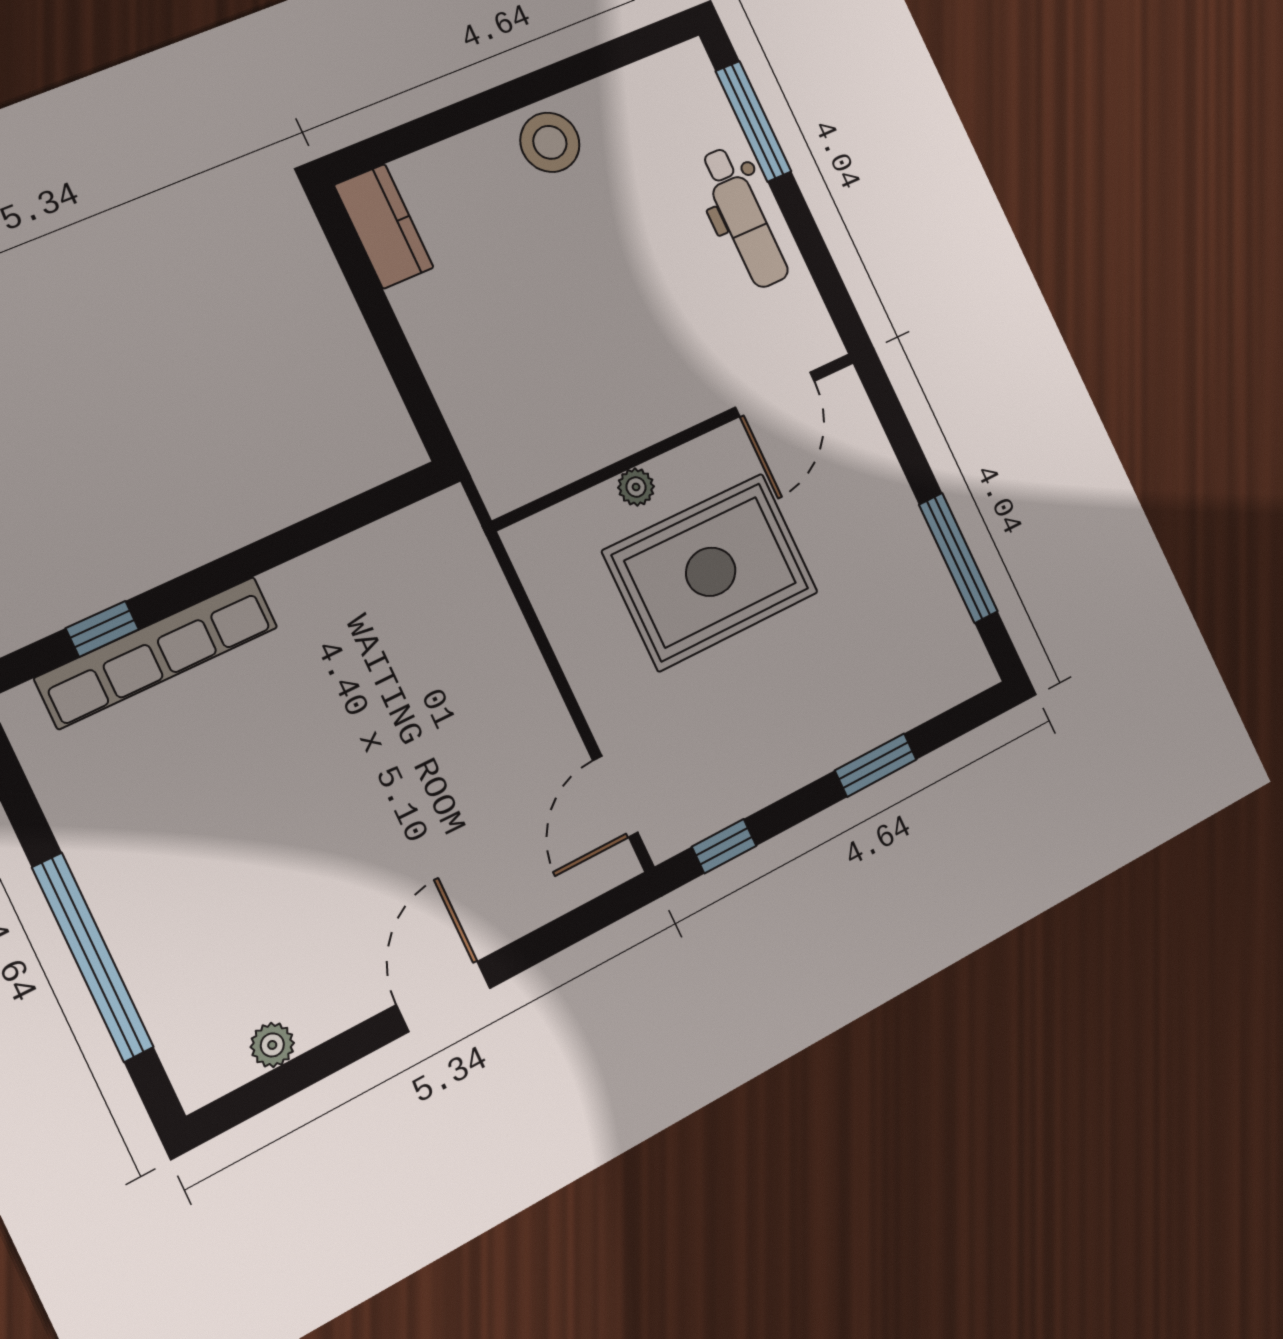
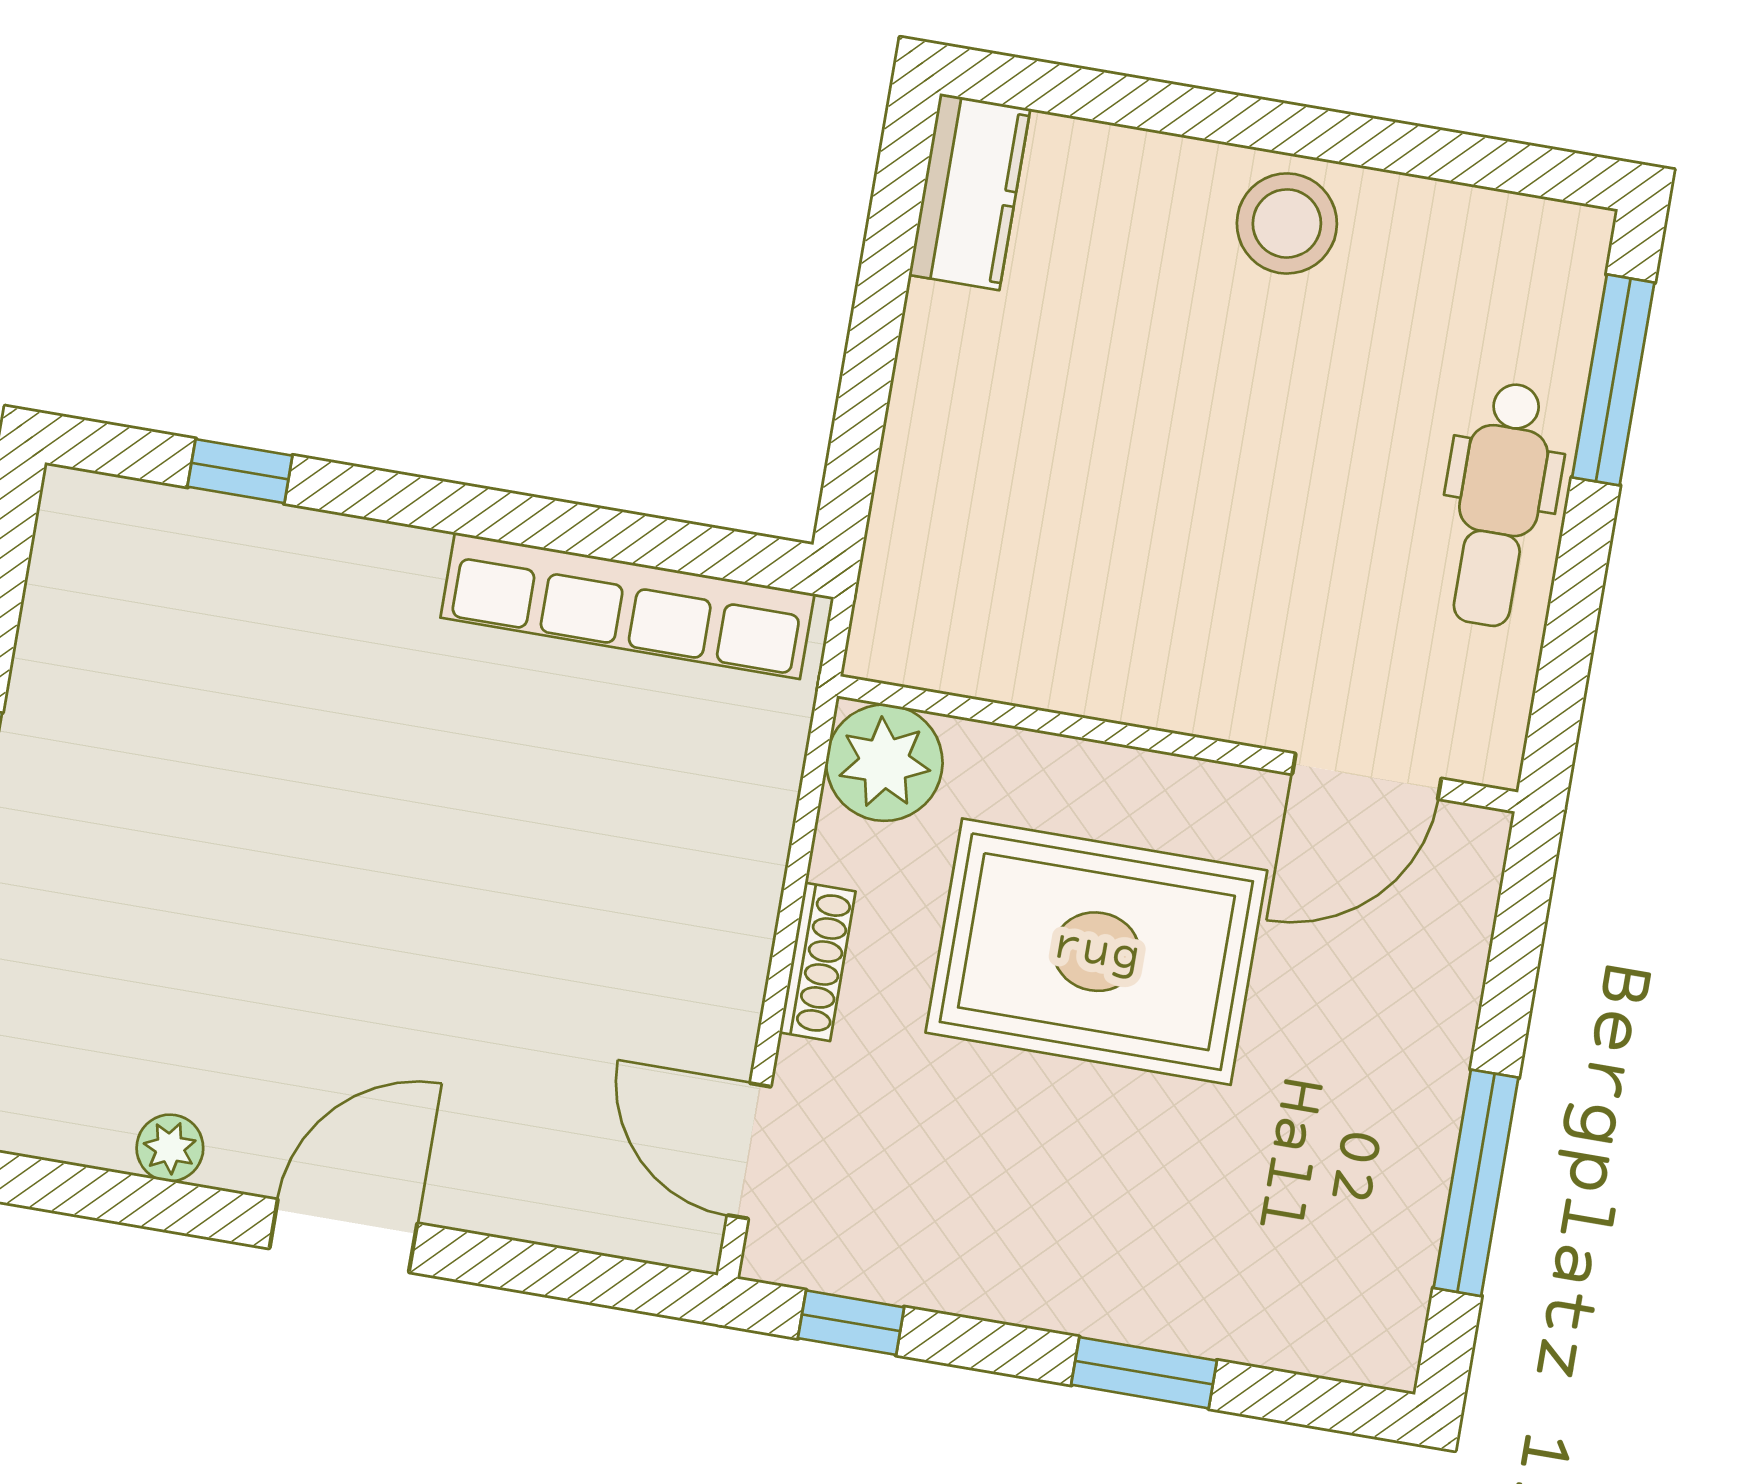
plant: (636, 487) -> (884, 763), moved, width x1.87, depth x1.87
row of seats: (157, 652) -> (627, 606), moved
shoe rack: (582, 675) -> (817, 962), added
door: (615, 797) -> (749, 1151), hinge flipped
plant: (272, 1045) -> (170, 1148), moved

